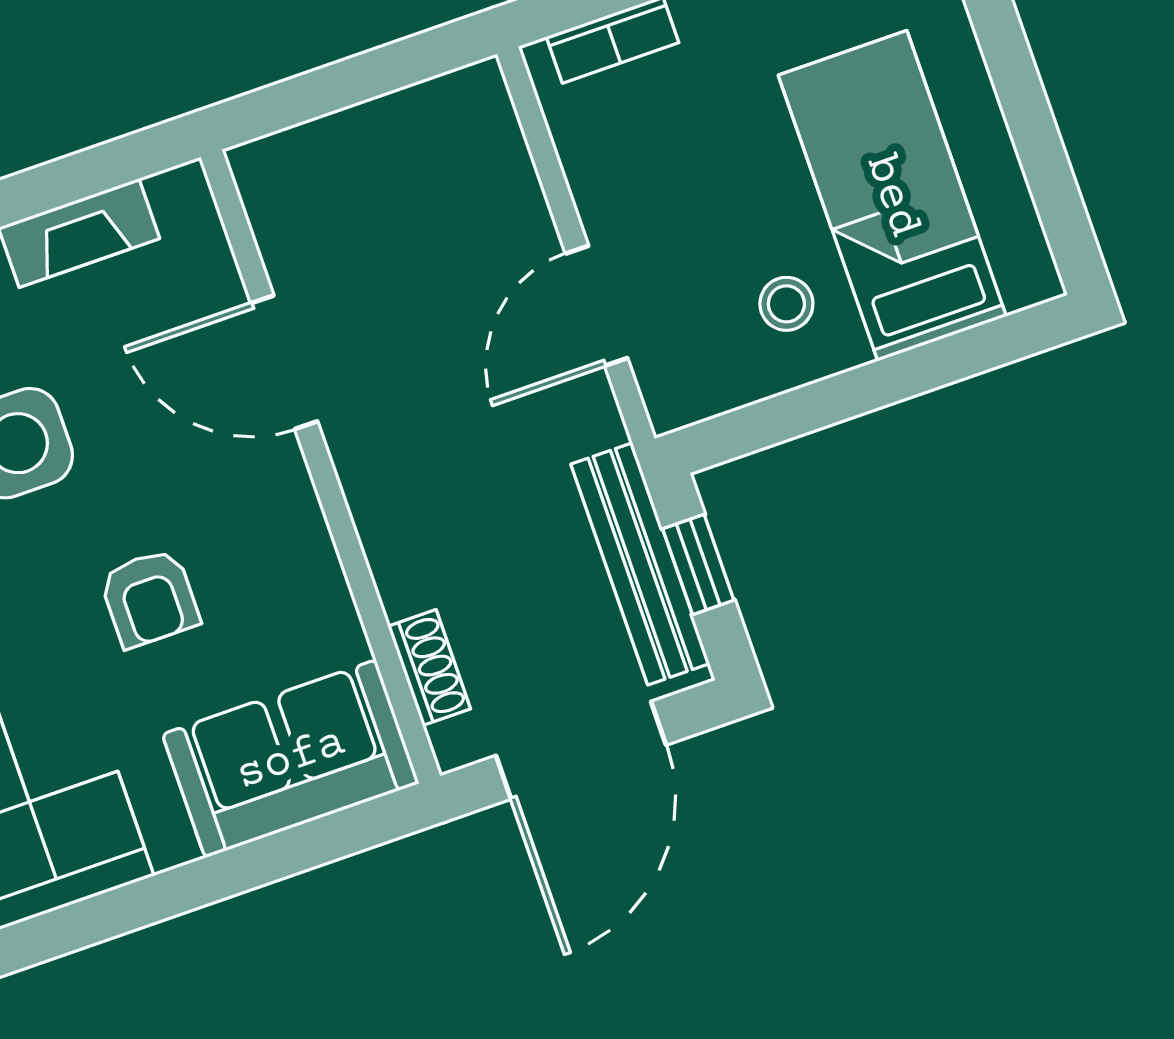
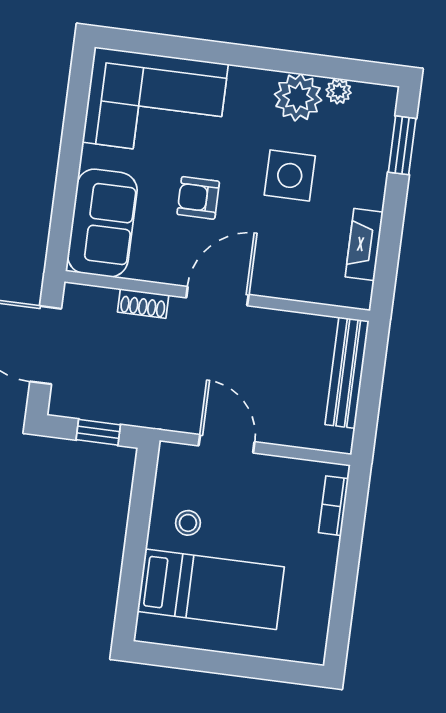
door: (284, 362) -> (217, 296), moved
bench: (640, 564) -> (347, 373), moved, turned 90
shoe rack: (429, 668) -> (143, 304), moved

